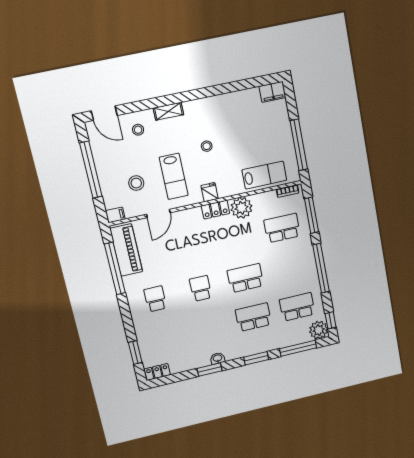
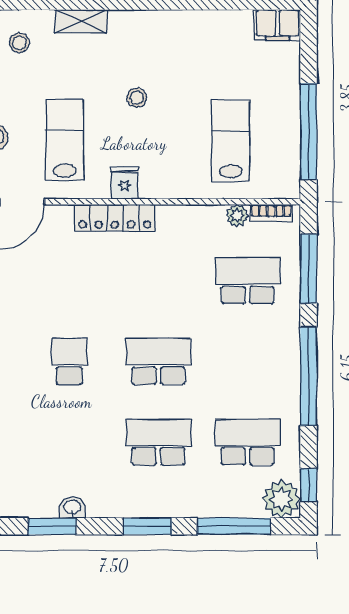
lab bench: (264, 175) -> (231, 141), moved, turned -90
lab bench: (174, 176) -> (65, 140), turned 180
plant: (241, 208) -> (237, 215), moved, width x0.53, depth x0.53
locker: (216, 210) -> (115, 218), width x1.53

